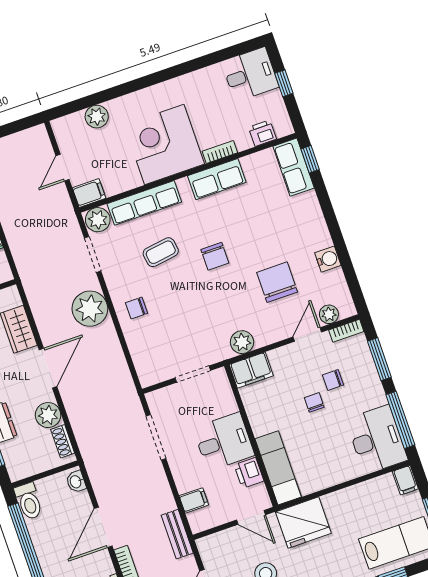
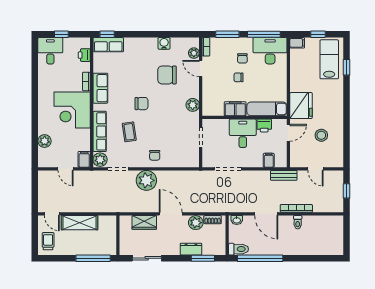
filing cabinet: (251, 370) -> (235, 109), moved, turned -90
chair: (333, 380) -> (242, 58), moved

